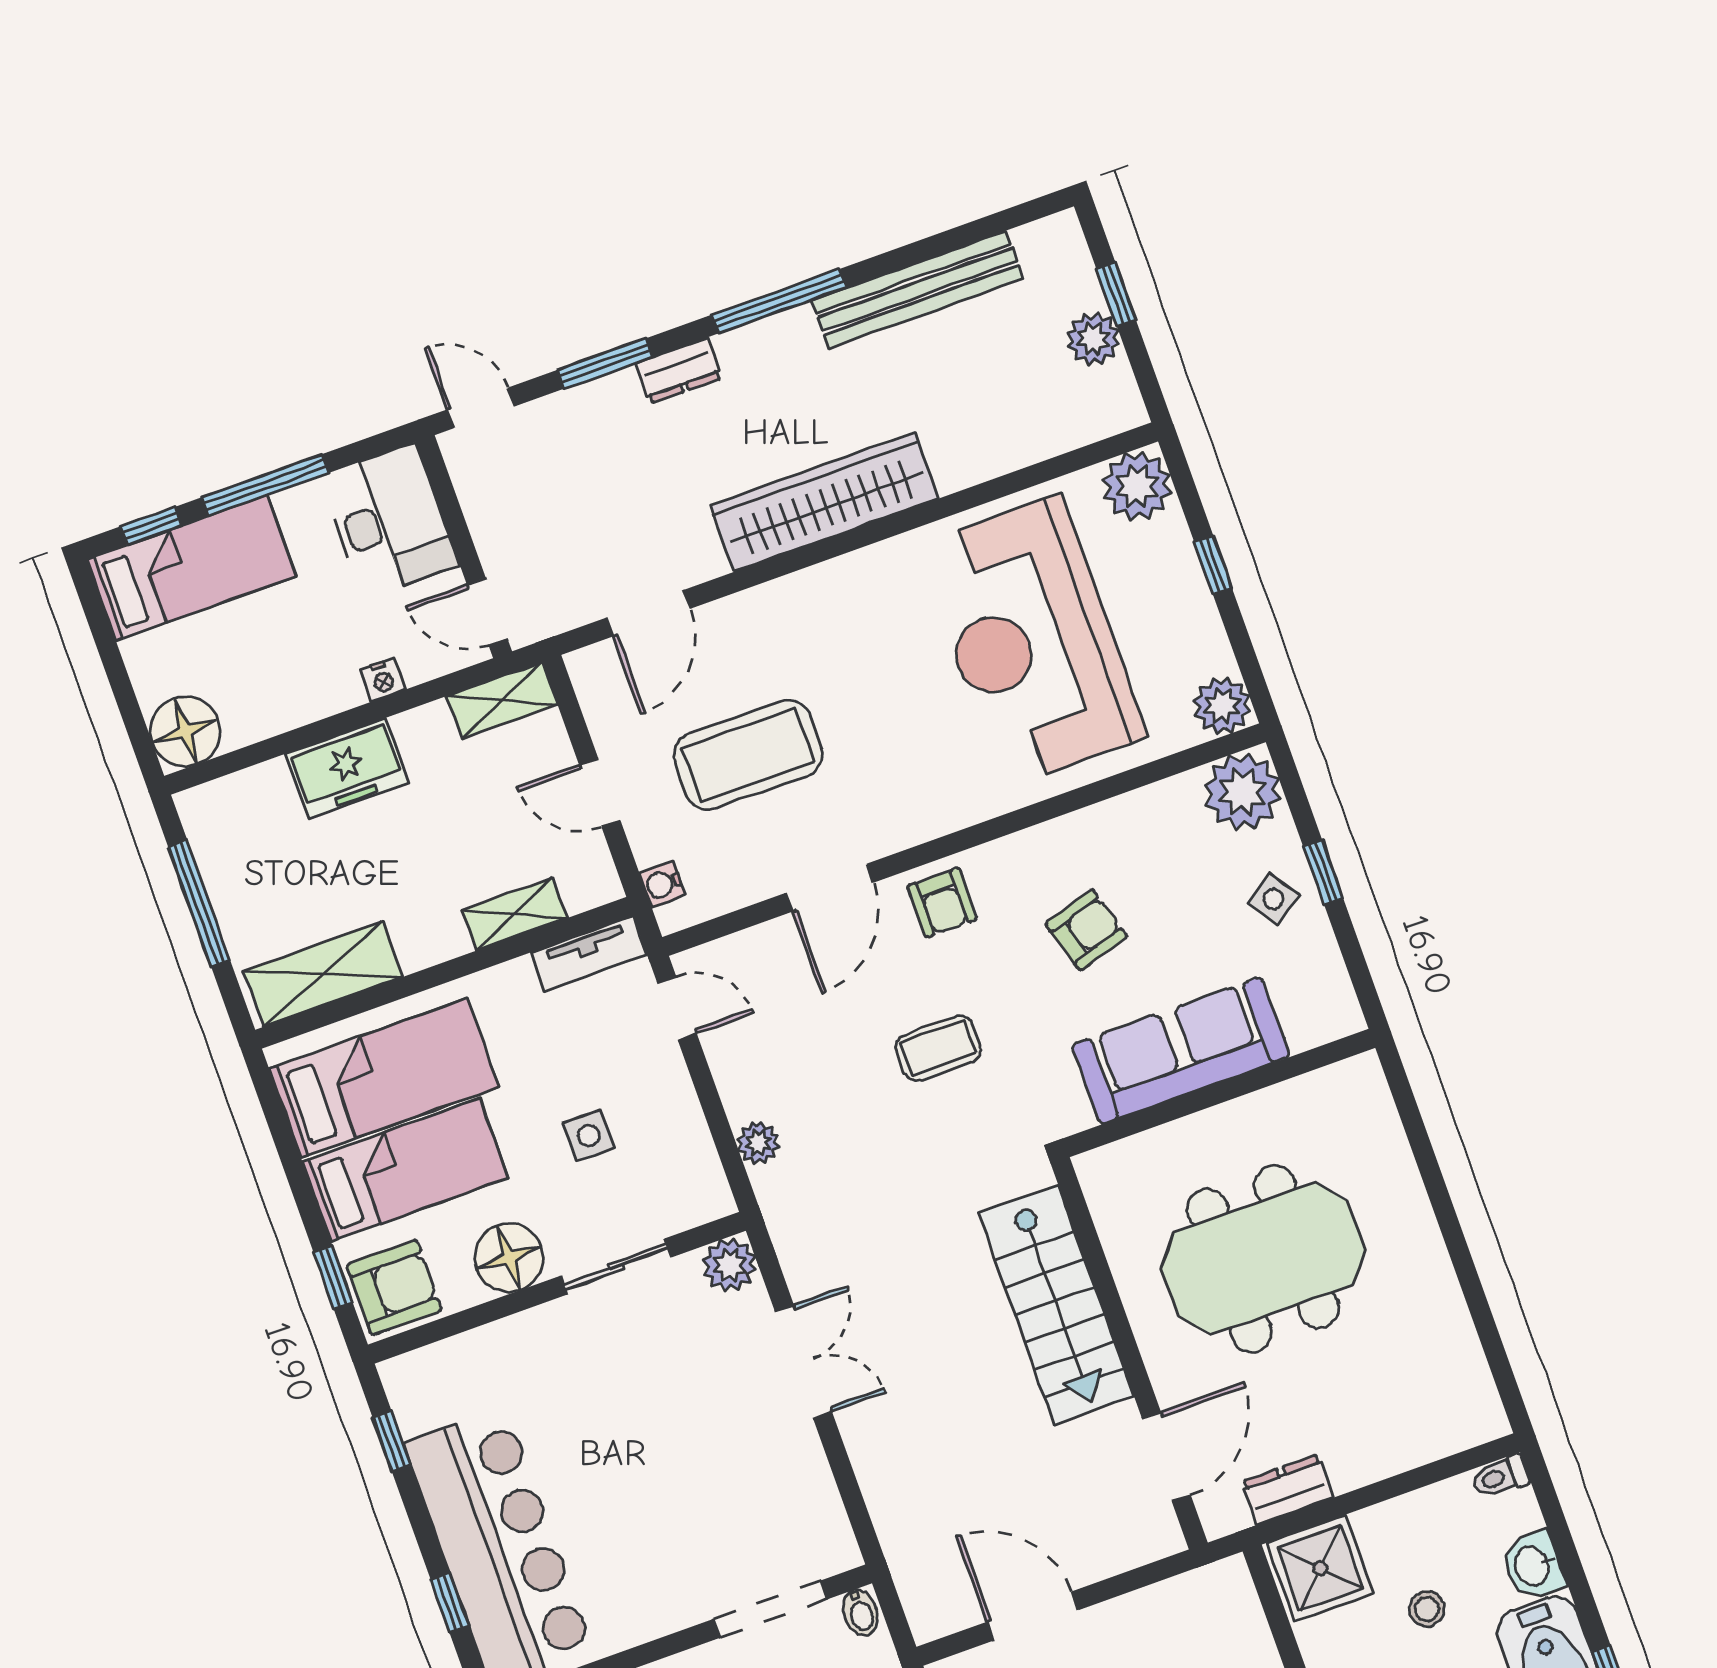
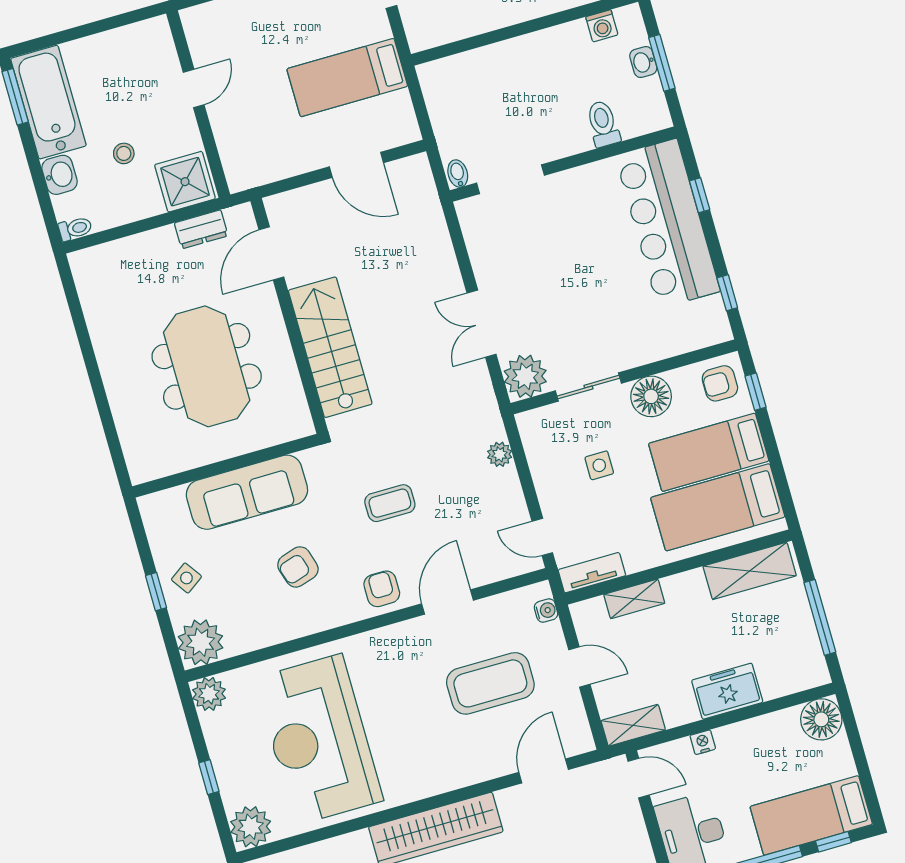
reception desk: (1032, 641) -> (319, 739), turned 180
meeting table: (1263, 1259) -> (207, 366), turned 90
plant: (730, 1265) -> (525, 376), width x1.36, depth x1.36
armchair: (394, 1287) -> (720, 383), width x0.72, depth x0.72

